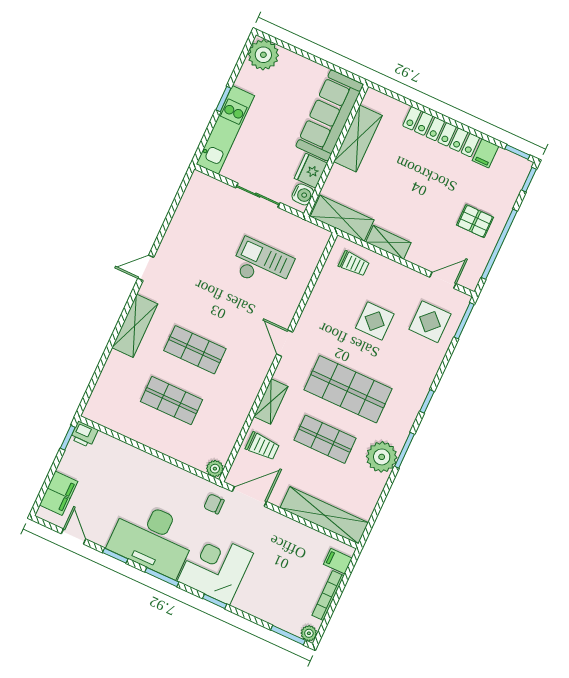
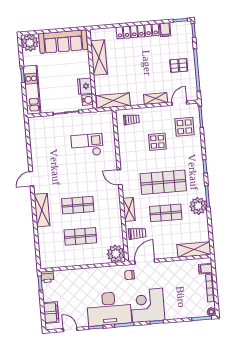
sofa: (330, 115) -> (63, 42), moved, turned -90
shelving: (388, 242) -> (156, 99), moved
plant: (215, 469) -> (116, 254), width x1.87, depth x1.87
shelving: (324, 515) -> (194, 249), width x0.68

